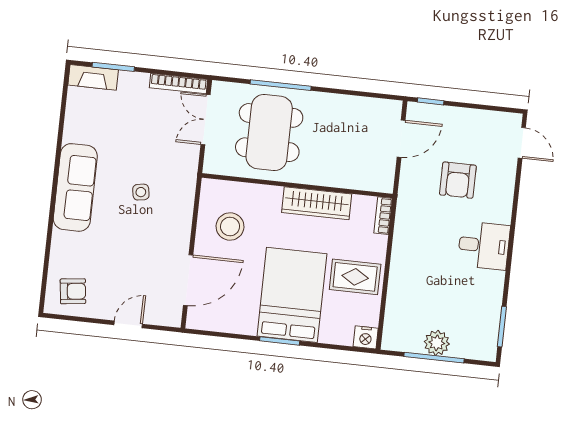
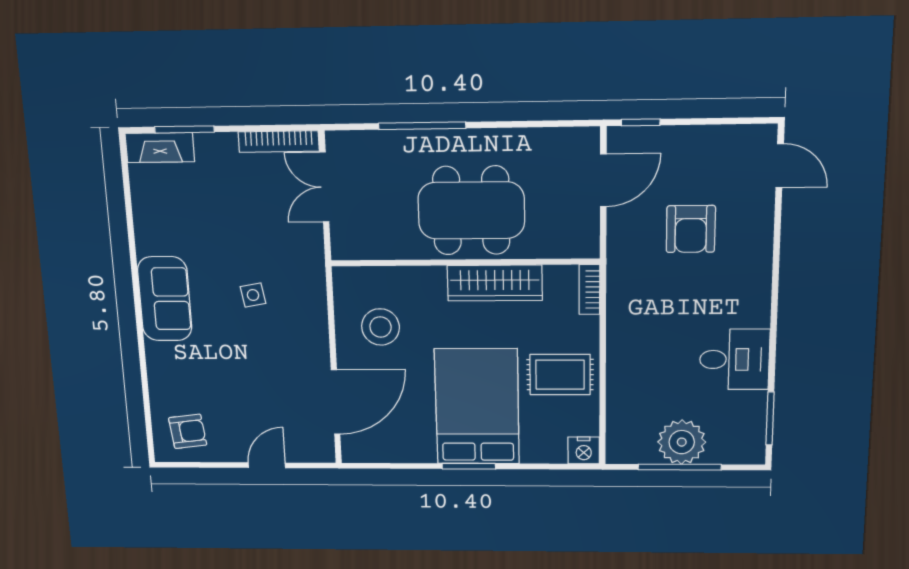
dining table: (269, 133) -> (471, 210), moved, turned 90
sofa: (75, 187) -> (165, 299), width x0.73
desk: (484, 246) -> (734, 359), moved
plant: (437, 343) -> (682, 442), width x1.36, depth x1.36

